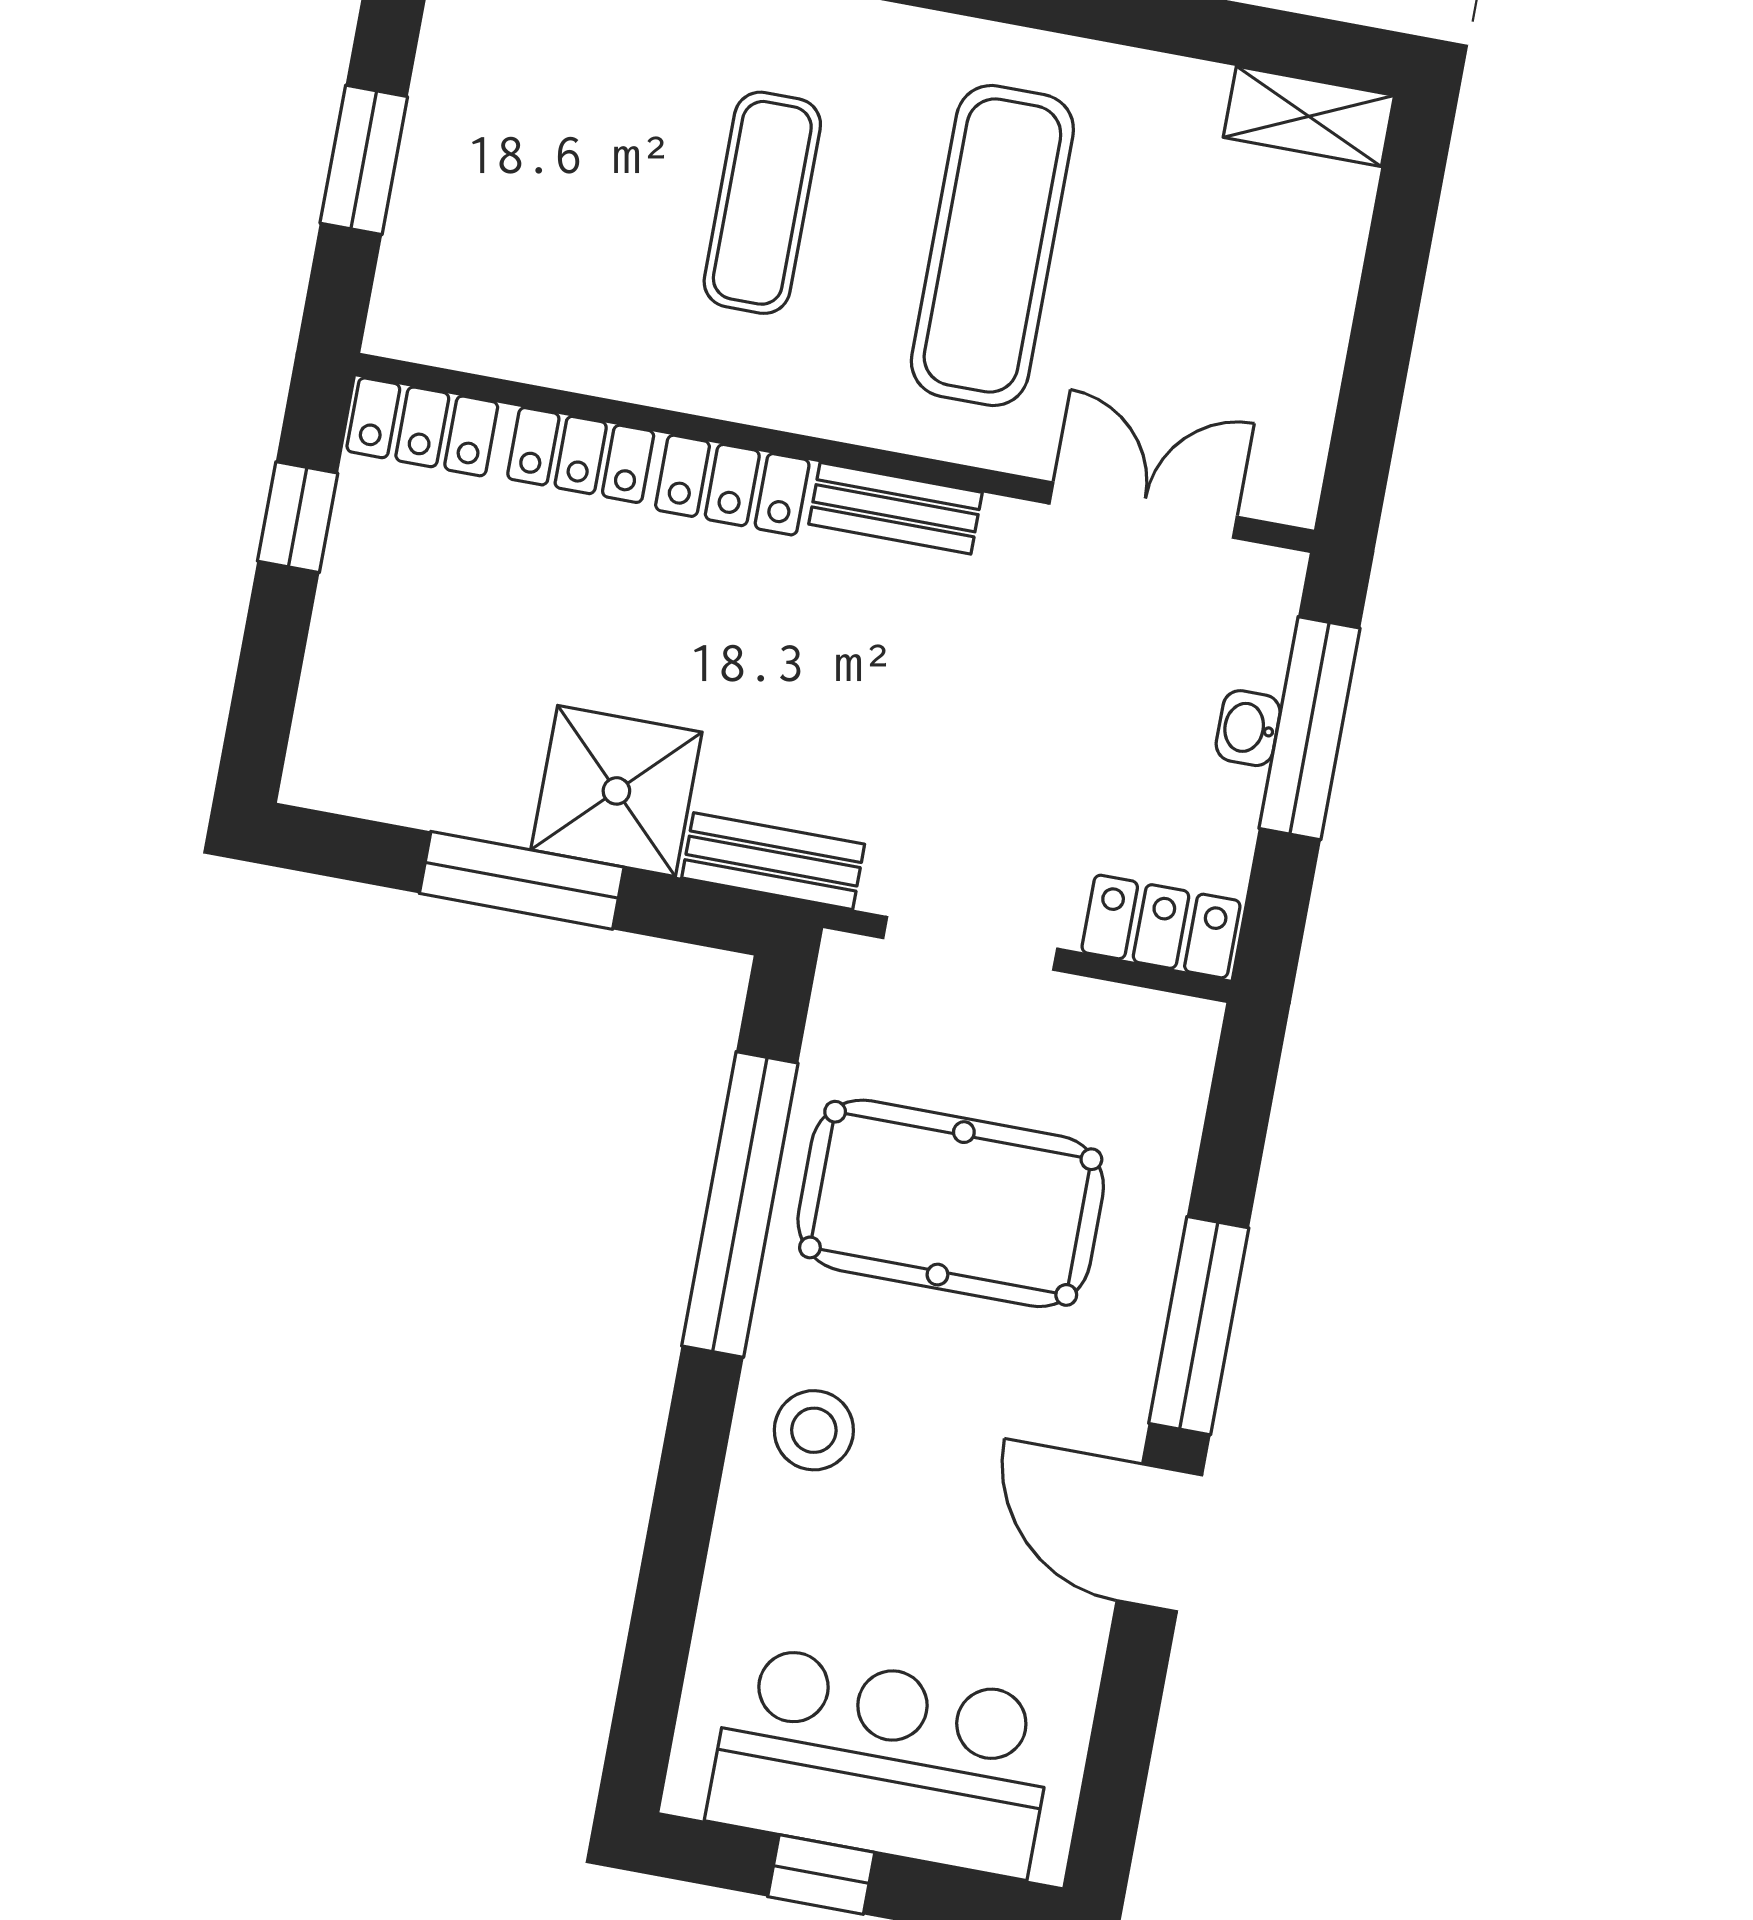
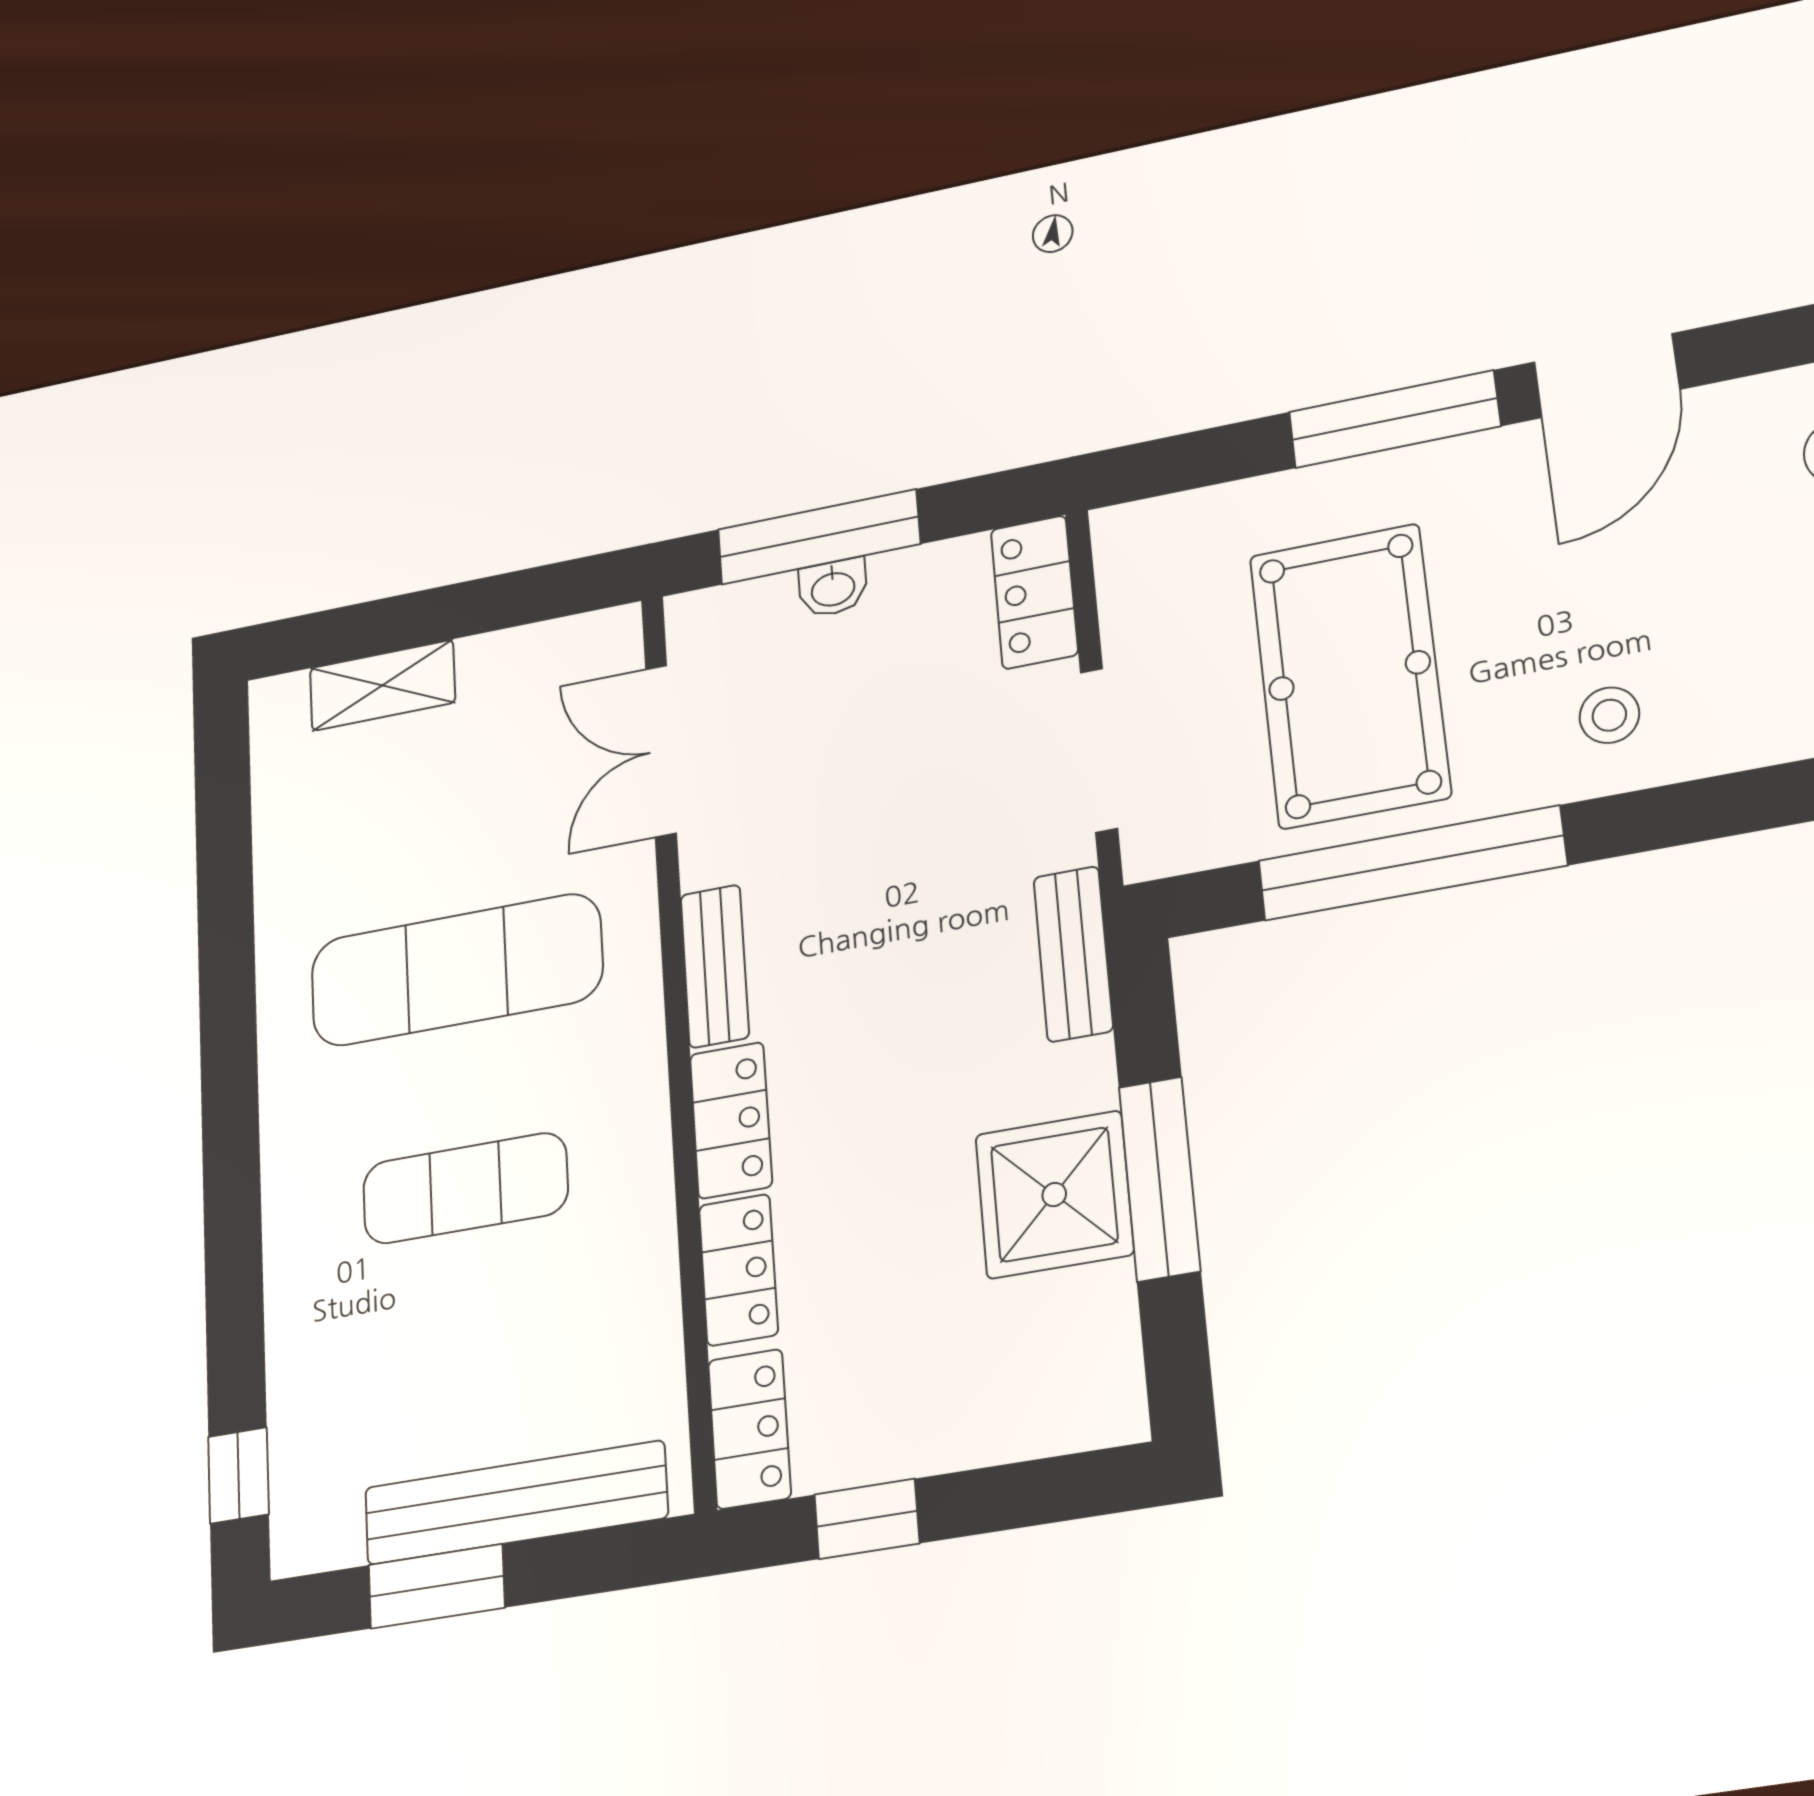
shelving: (1309, 116) -> (382, 685), moved, turned 90
window: (364, 160) -> (437, 1586), moved
bench: (431, 181) -> (516, 1503), added
shower: (616, 791) -> (1054, 1195), moved
stool: (814, 1430) -> (1609, 715), width x0.73, depth x0.73

